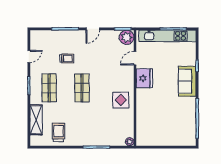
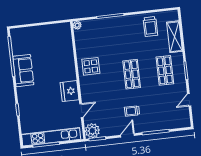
trolley: (67, 58) -> (132, 111), moved
sofa: (187, 81) -> (23, 71), moved

